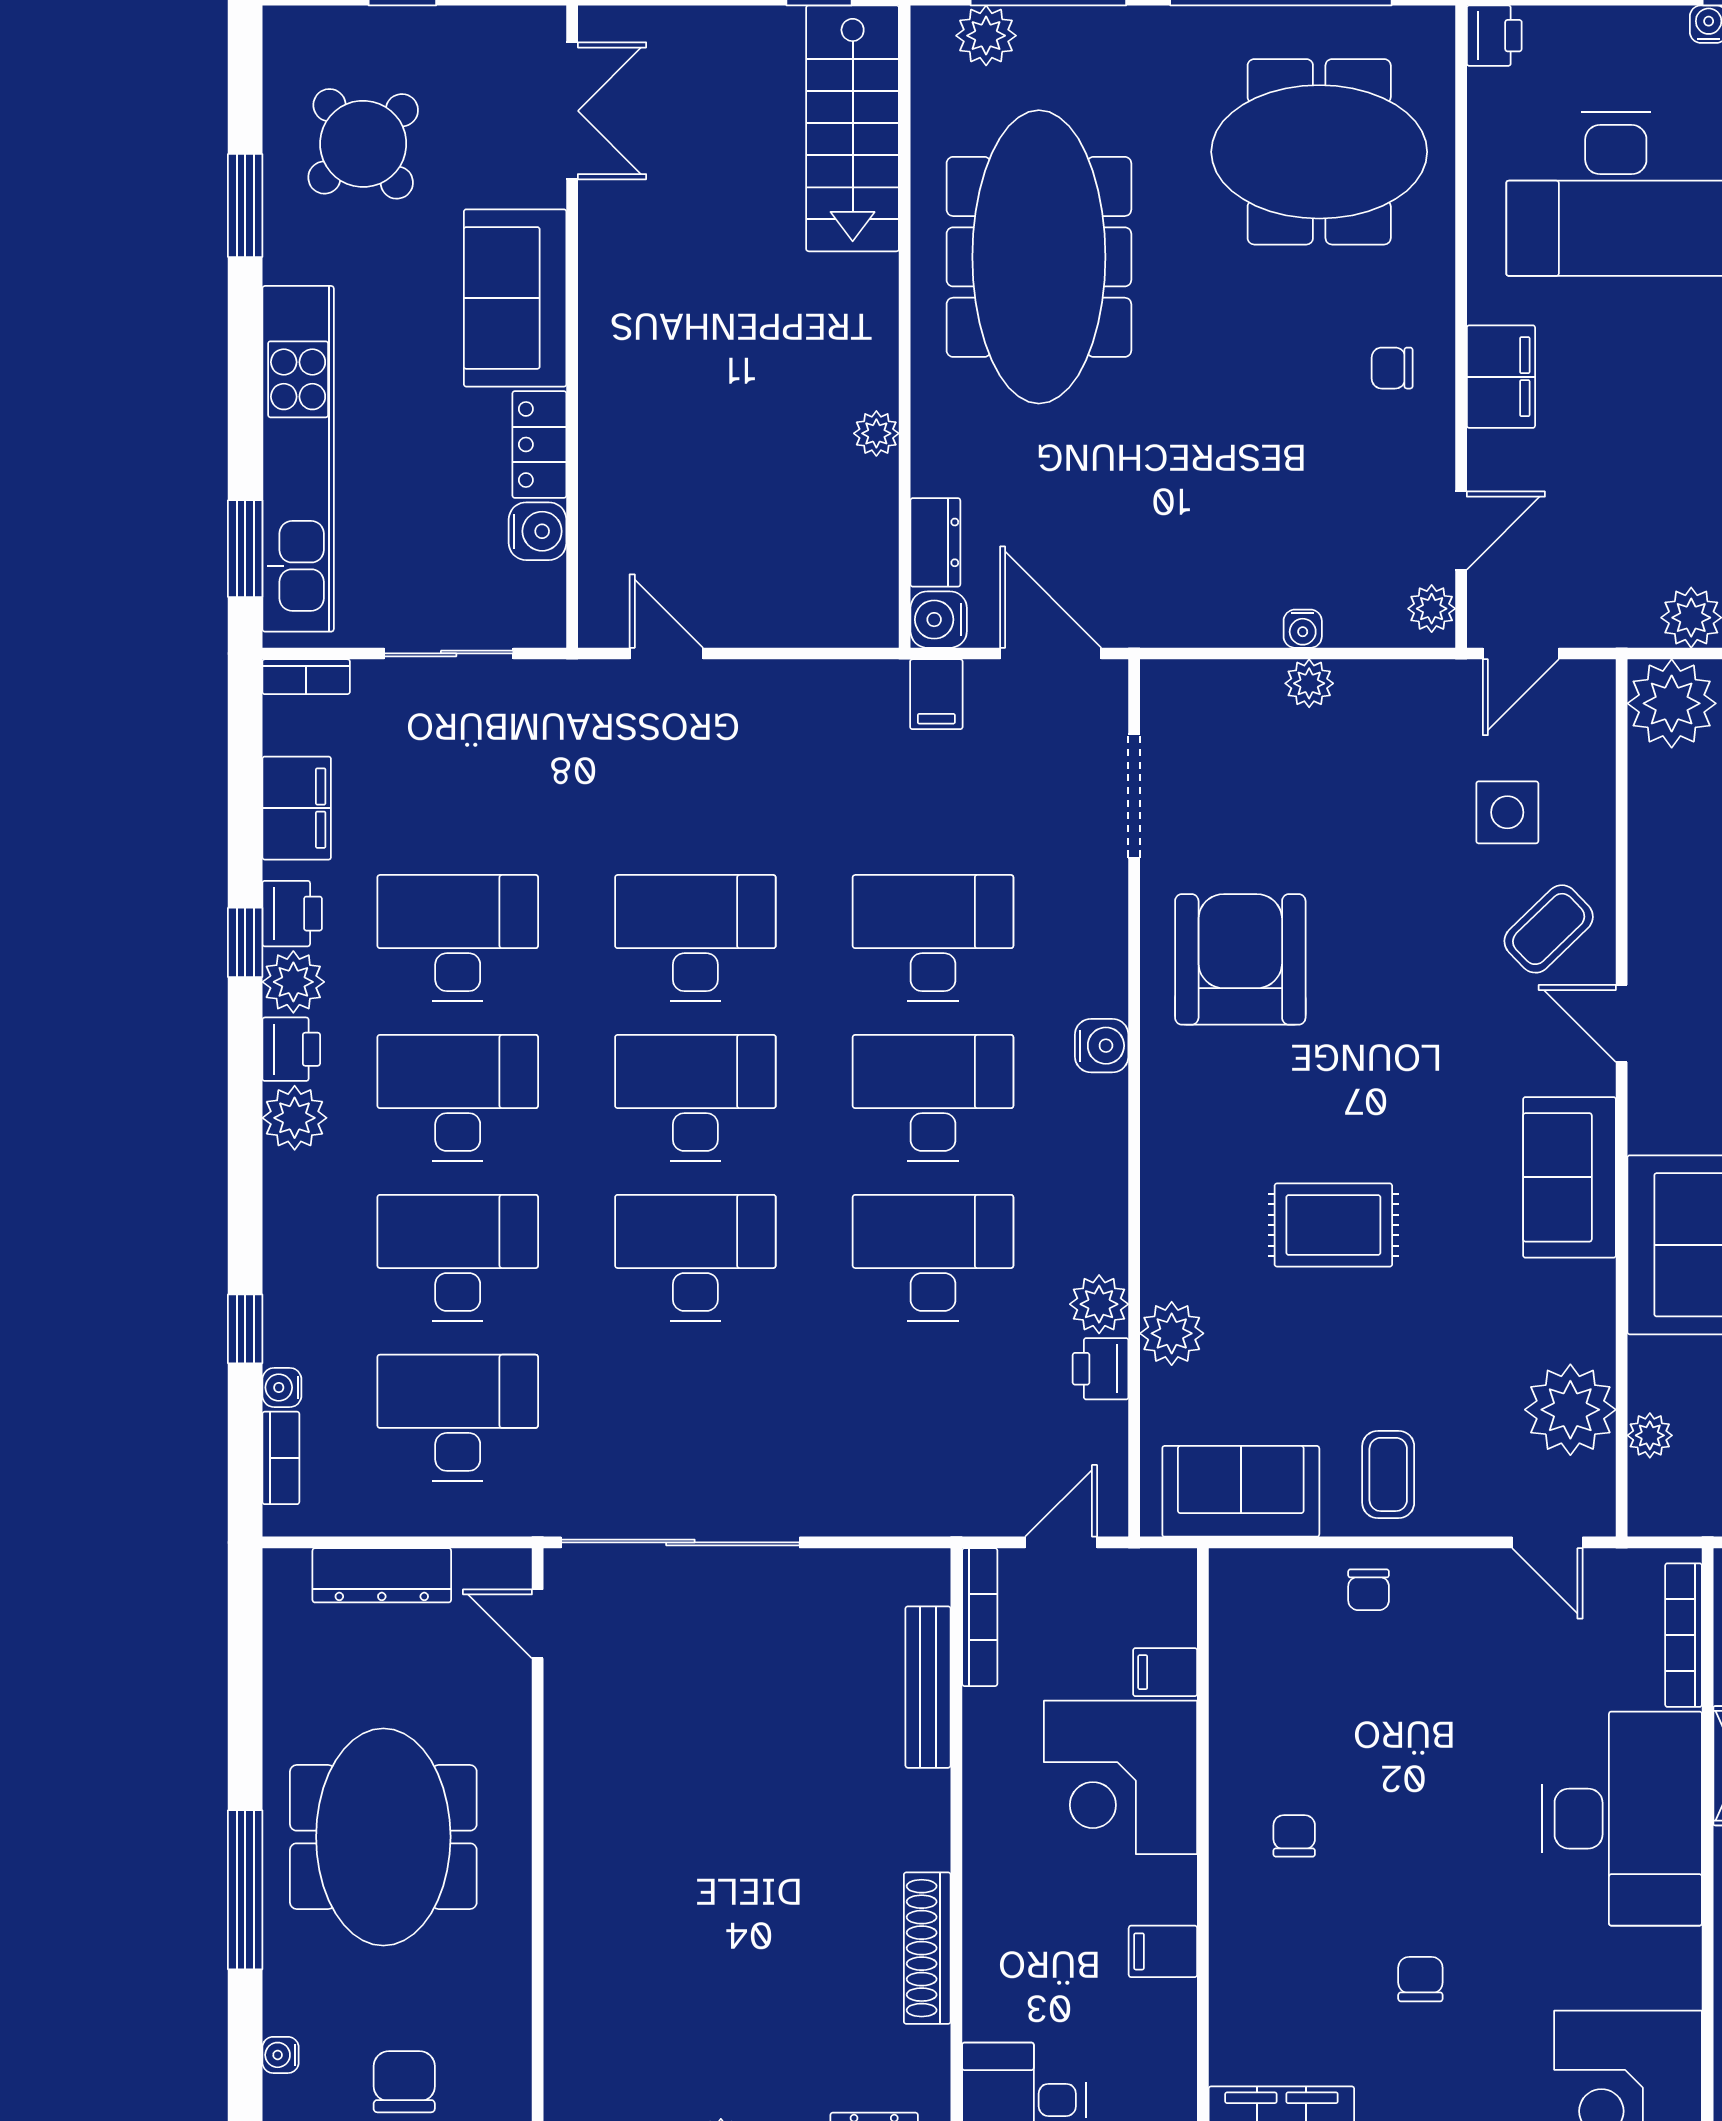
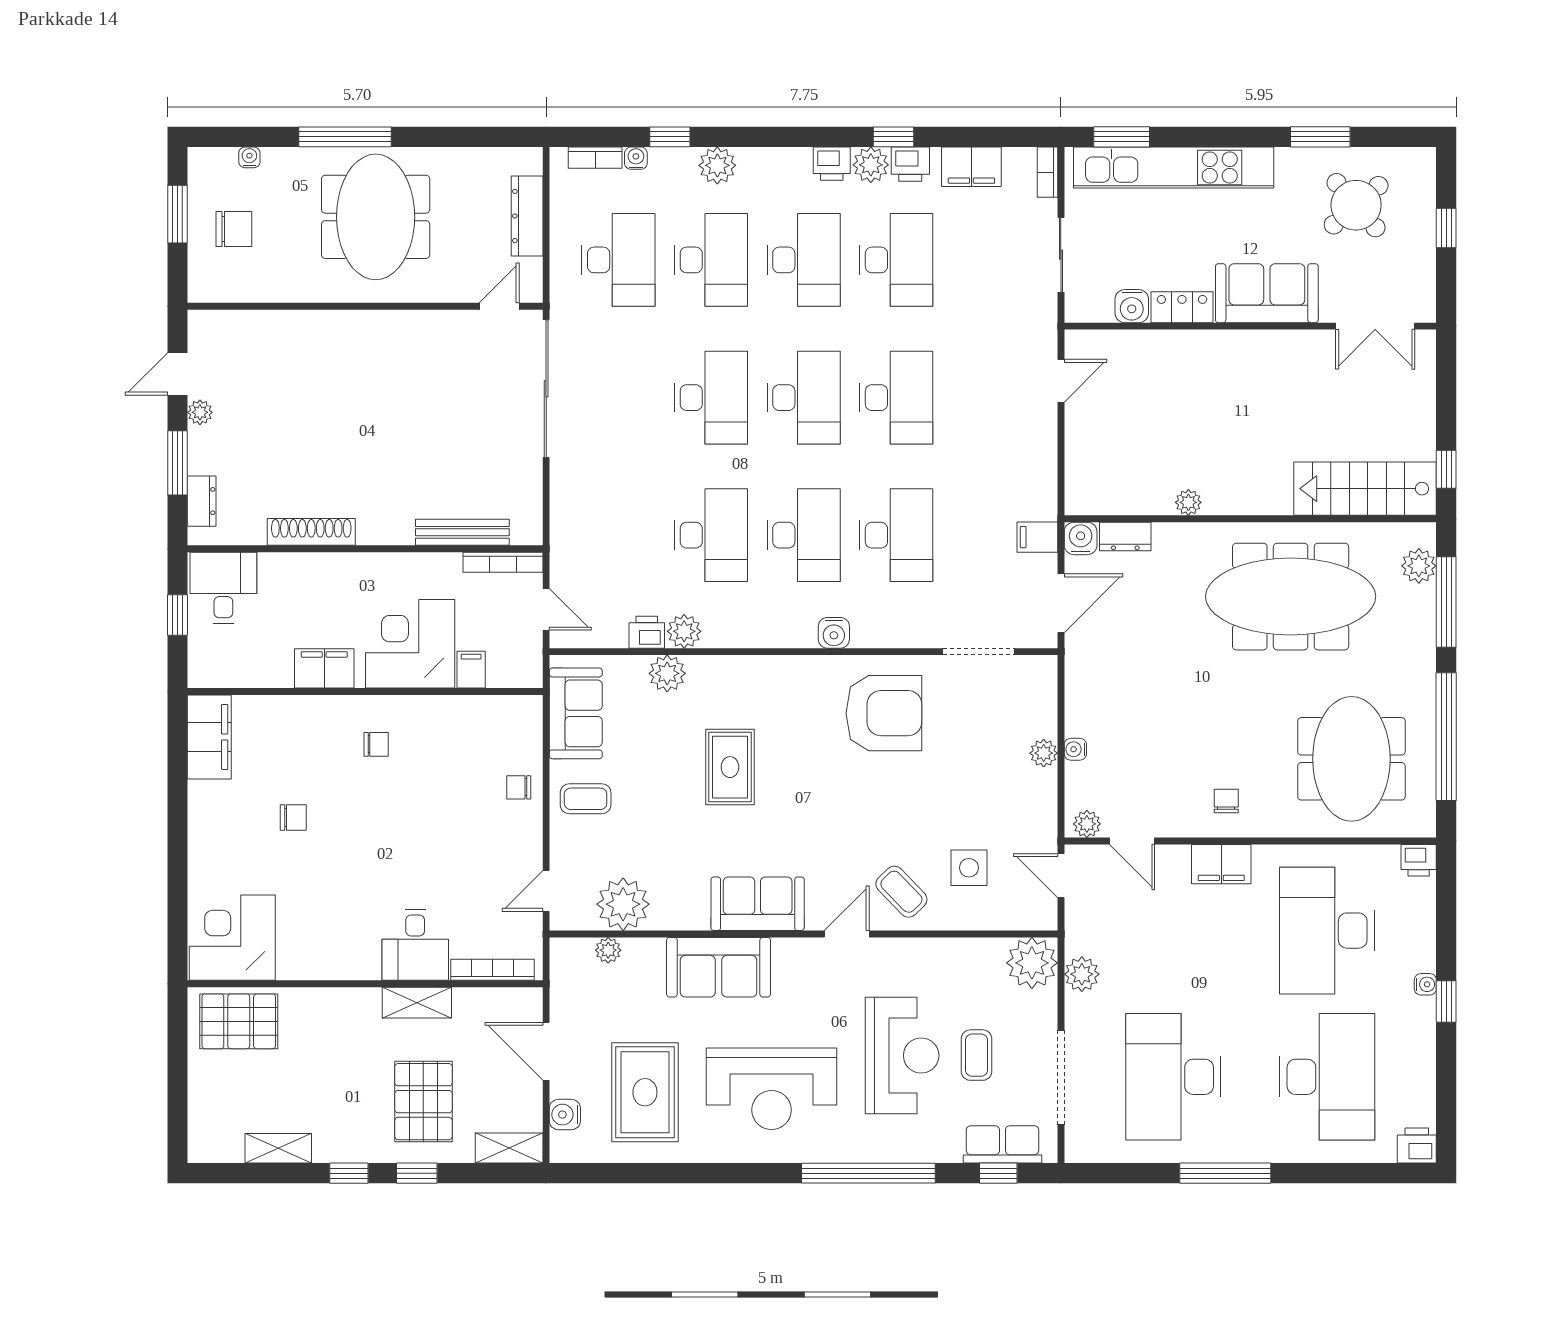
plant: (295, 1118) -> (717, 165), moved
desk: (1622, 1819) -> (415, 945), width x0.53, depth x0.77
meeting table: (383, 1837) -> (376, 217), turned 90
filing cabinet: (1163, 1951) -> (324, 668), width x2.00

